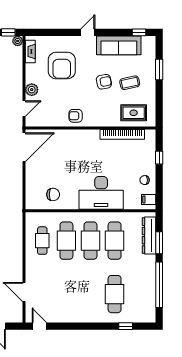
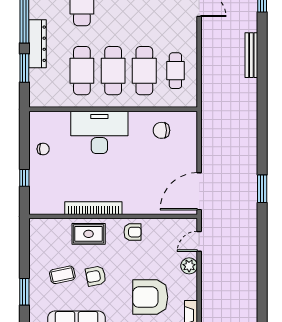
armchair: (62, 66) -> (150, 297), turned -90
rug: (134, 113) -> (89, 234), moved
bookcase: (122, 134) -> (93, 208), moved
filing cabinet: (149, 199) -> (38, 124), removed
dresser: (149, 236) -> (38, 44), moved

